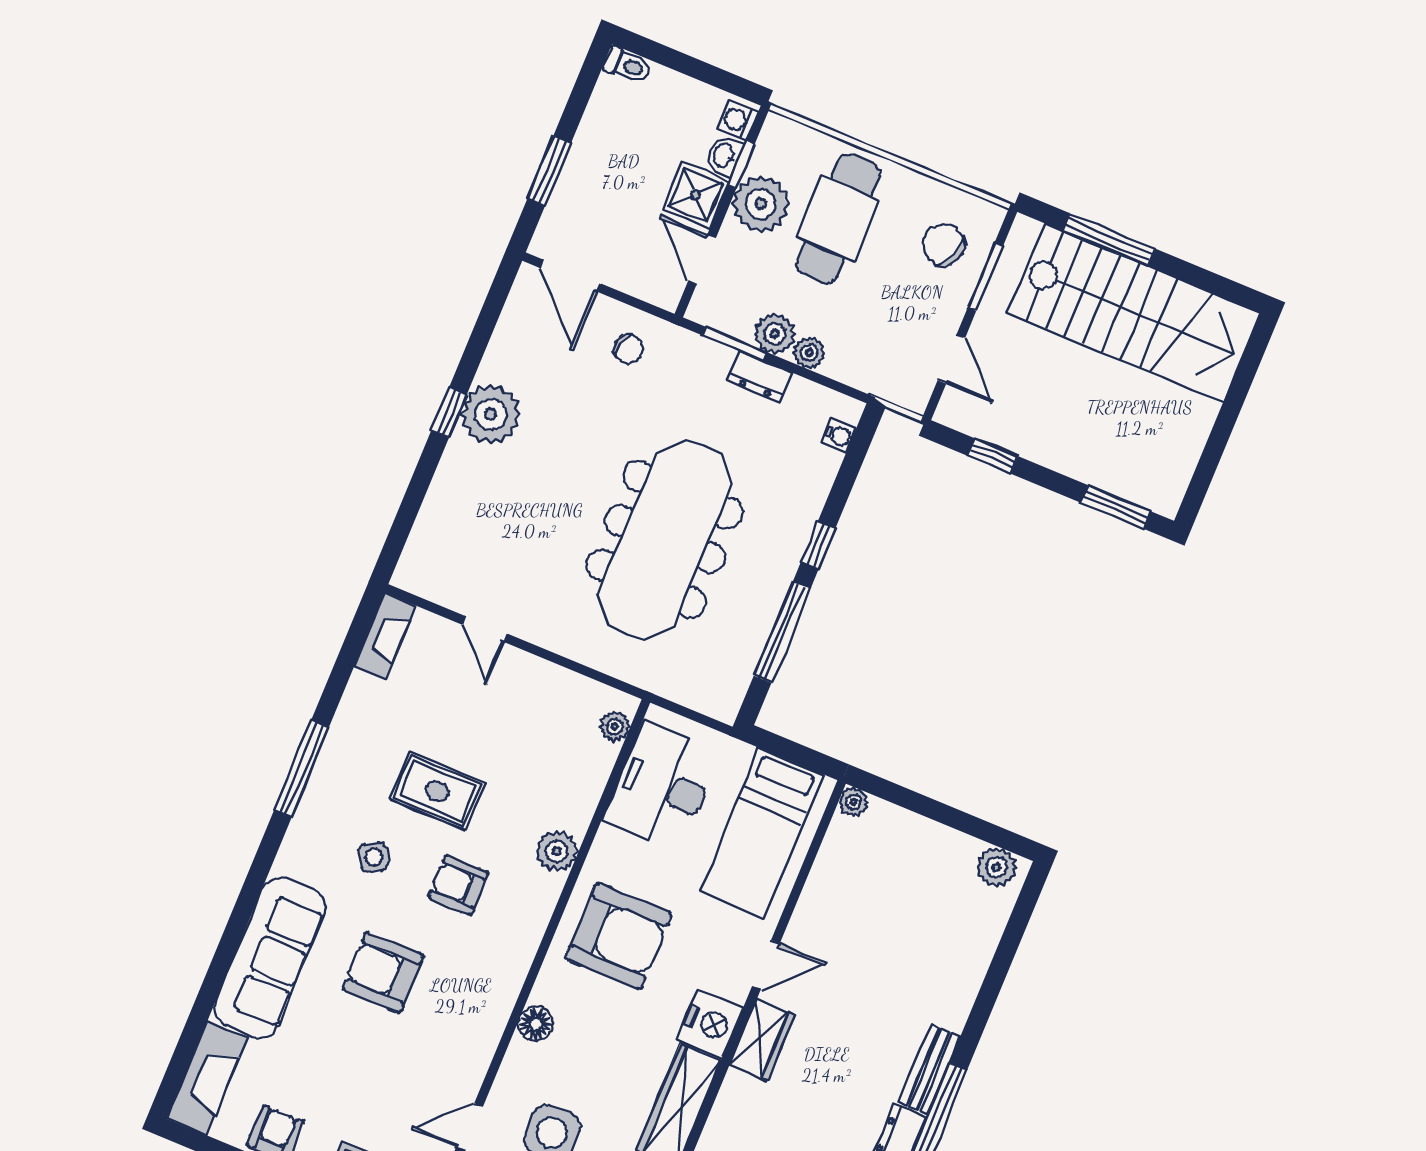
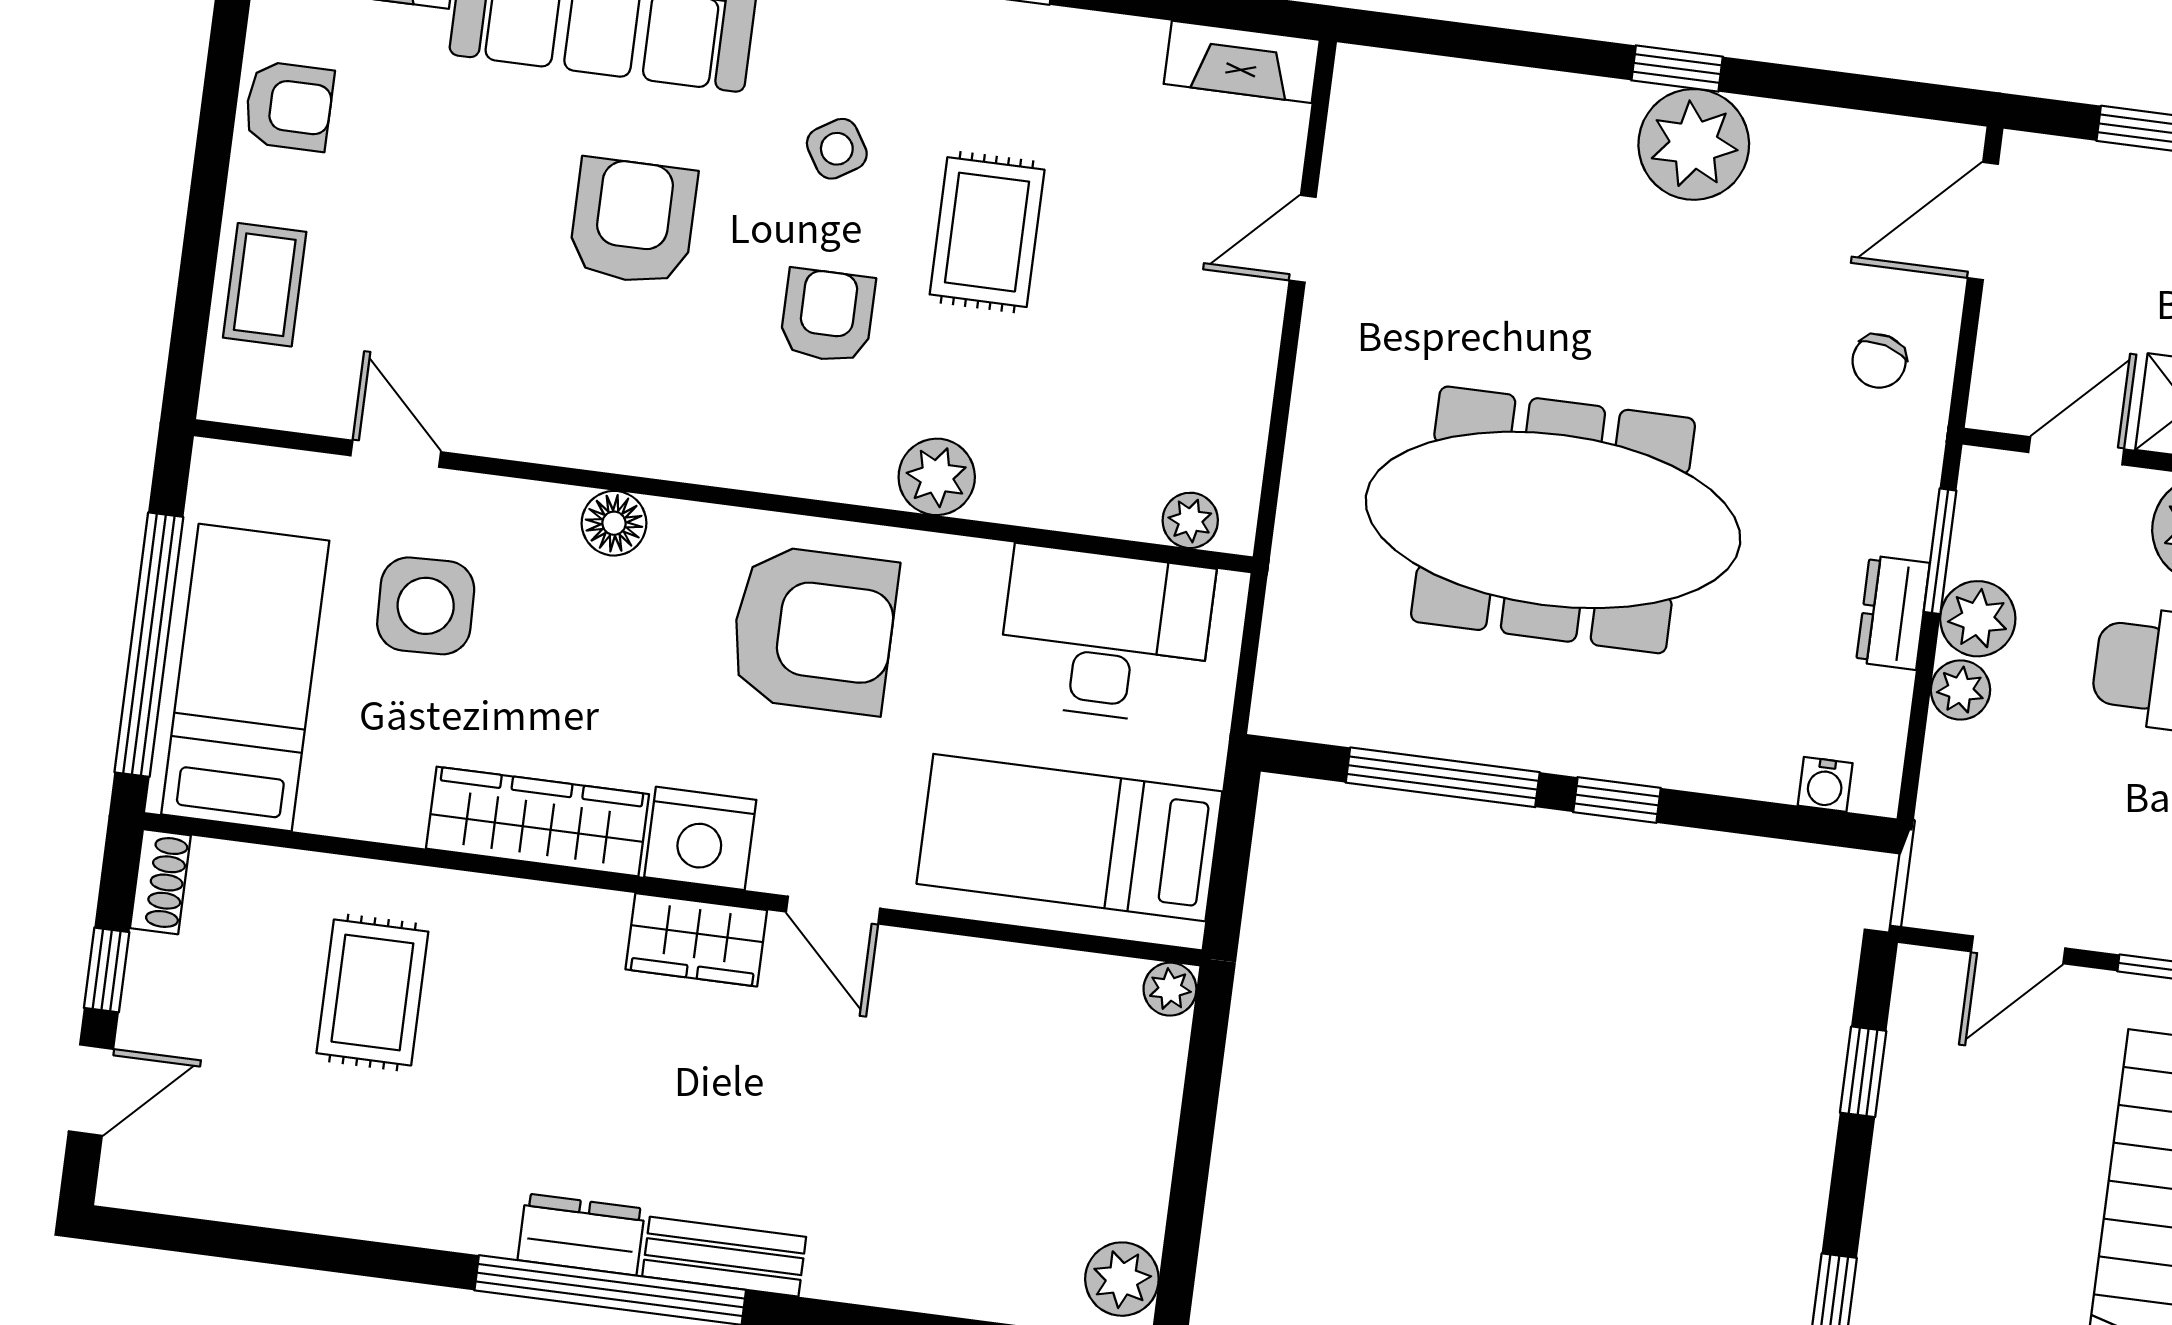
armchair: (619, 936) -> (813, 630), turned -90

